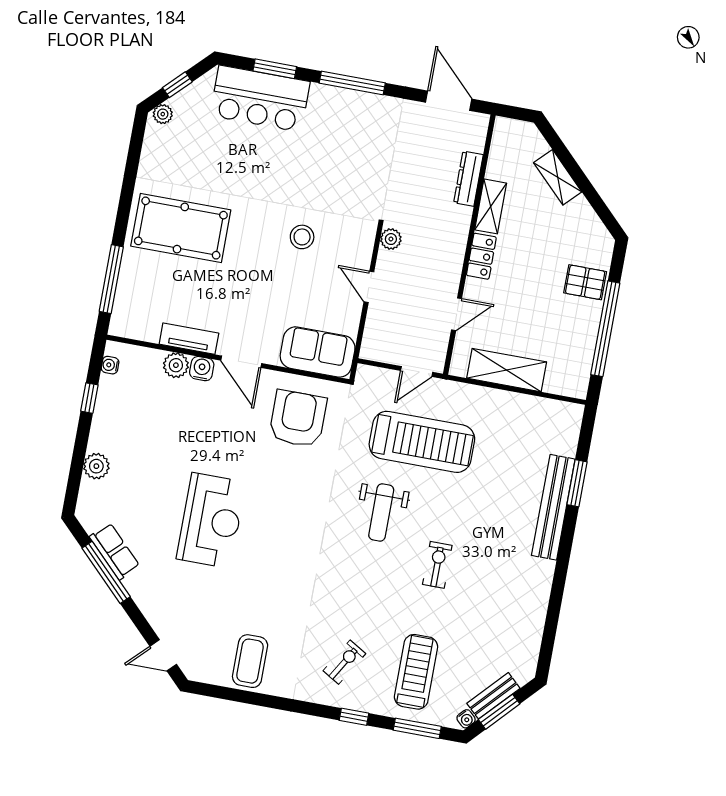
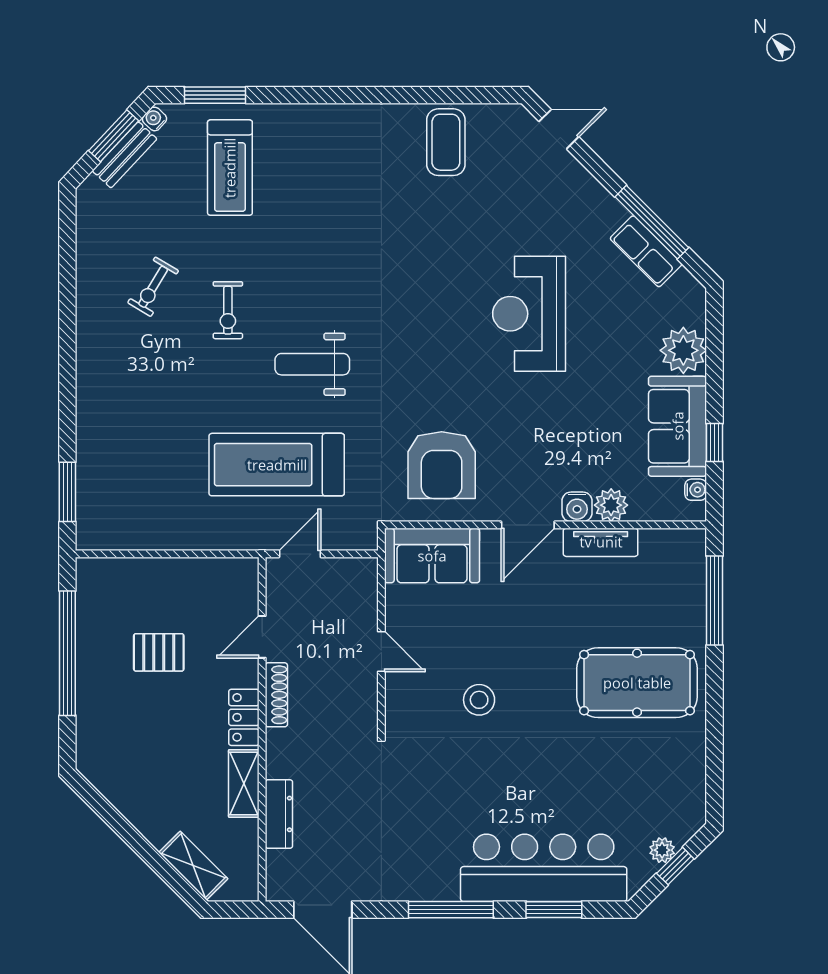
bar counter: (260, 99) -> (544, 868), width x1.36
plant: (163, 114) -> (662, 850), moved
shelving: (558, 177) -> (193, 866), moved
plant: (391, 239) -> (364, 718), removed
shoe rack: (454, 269) -> (276, 695), added
pallet: (585, 282) -> (159, 652), moved
door: (241, 362) -> (528, 525), swing flipped
shelving: (507, 370) -> (185, 577), removed
sofa: (115, 415) -> (678, 426), added
plant: (96, 466) -> (683, 350), width x1.36, depth x1.36
window: (577, 483) -> (67, 492), moved
bench: (553, 507) -> (92, 412), removed
weight bench: (381, 512) -> (312, 364), turned -90
exercise bike: (344, 662) -> (153, 287), moved
window: (354, 717) -> (299, 95), removed

